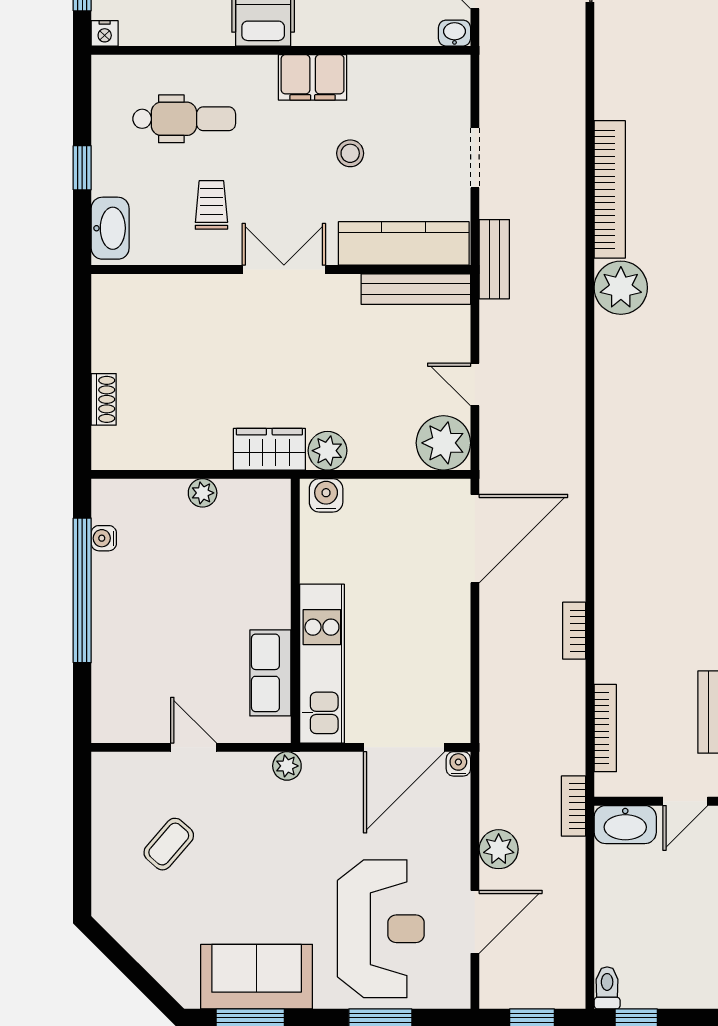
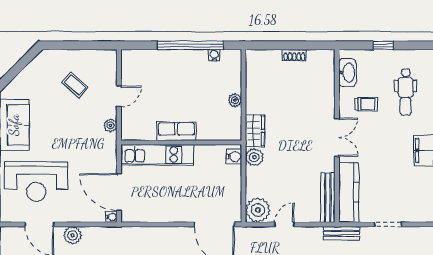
stool: (350, 153) -> (390, 168), removed
washbasin: (110, 228) -> (347, 73), moved, turned -90
shoe rack: (104, 399) -> (294, 55), moved
row of seats: (270, 673) -> (176, 131), moved
plant: (287, 766) -> (110, 125), moved

